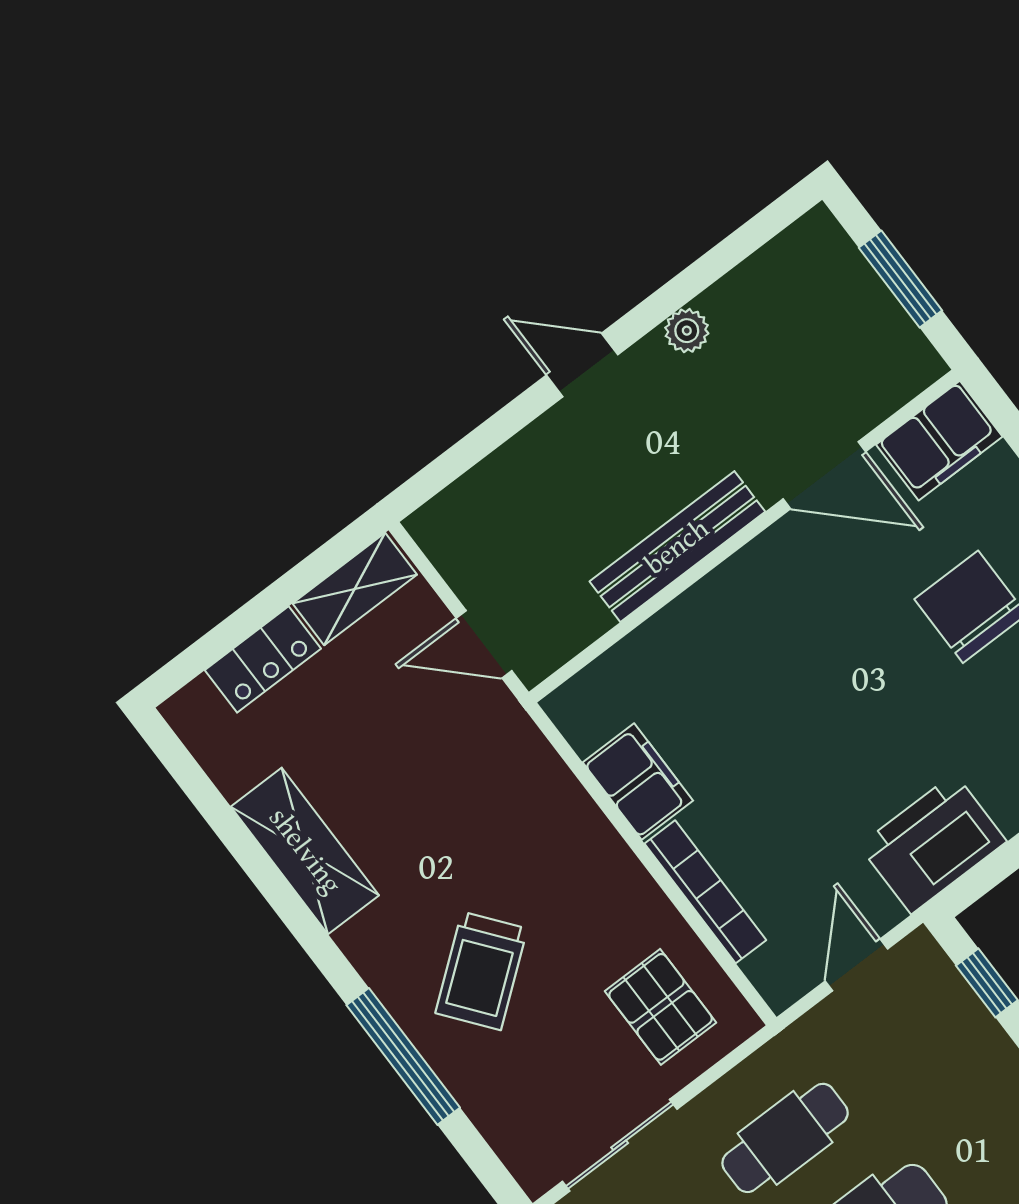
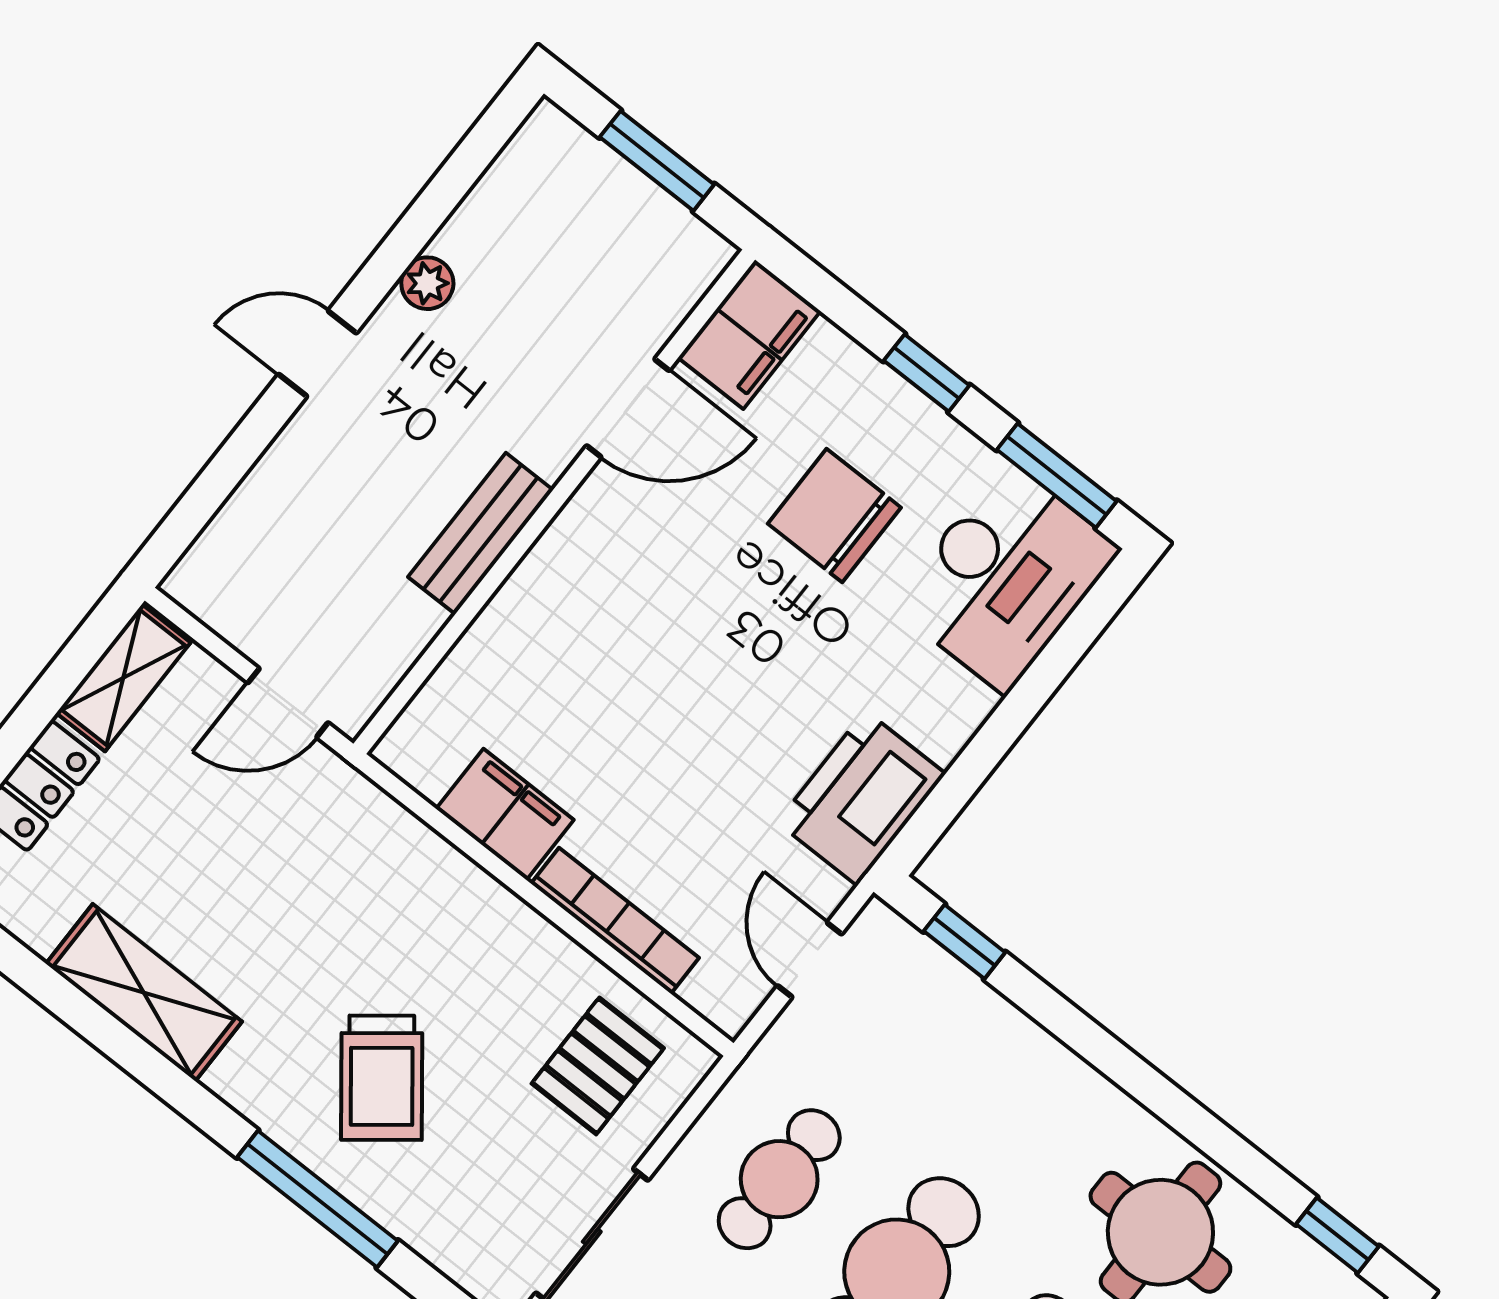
bench: (677, 547) -> (481, 533), width x0.73
pallet: (661, 1007) -> (598, 1066), turned 90

